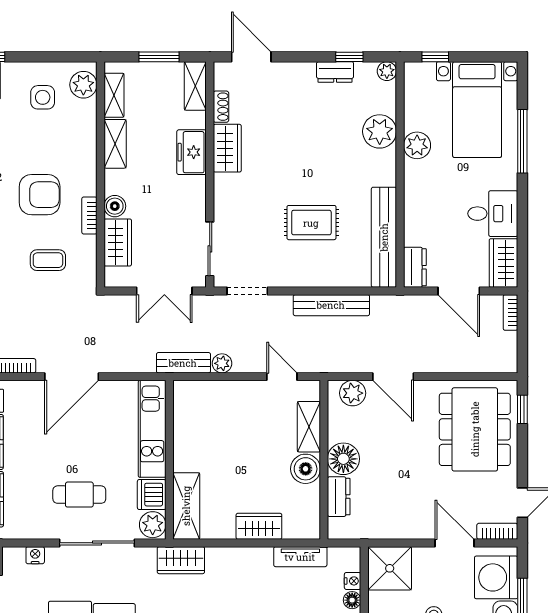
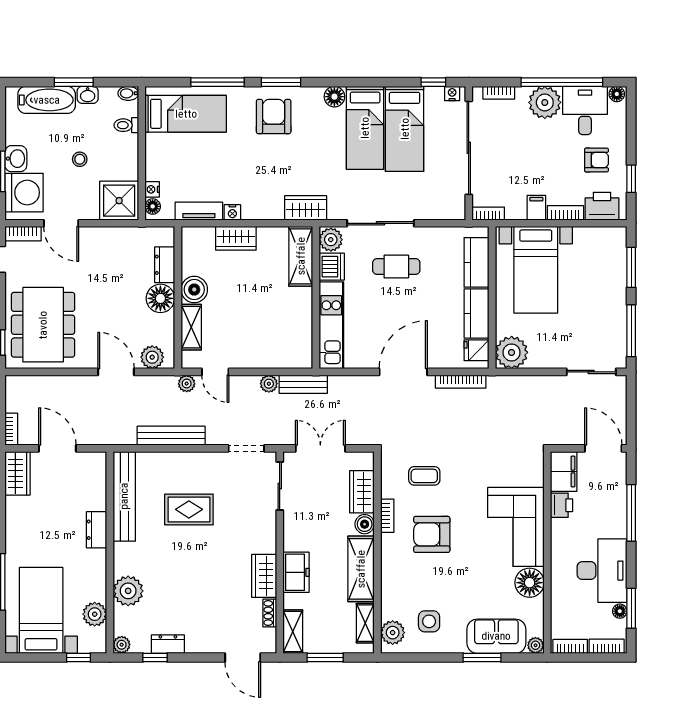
shelving: (115, 144) -> (361, 569), width x1.50, depth x1.33
plant: (417, 145) -> (95, 614), moved
desk: (493, 214) -> (27, 517), removed
dresser: (415, 267) -> (97, 530), moved
plant: (314, 364) -> (187, 384), added
nightstand: (35, 555) -> (232, 212), moved
floor lamp: (352, 600) -> (153, 206), moved

